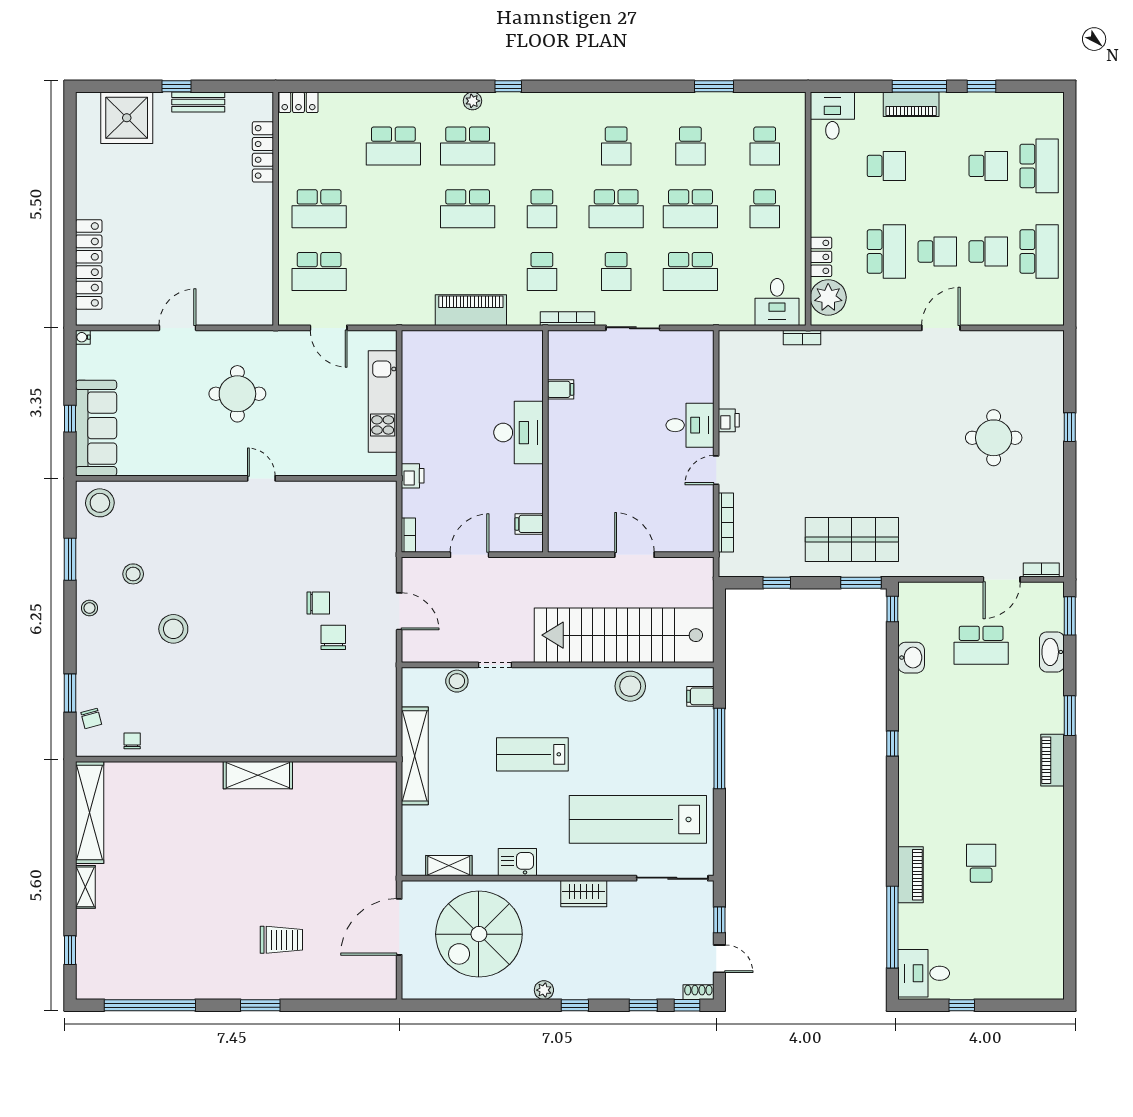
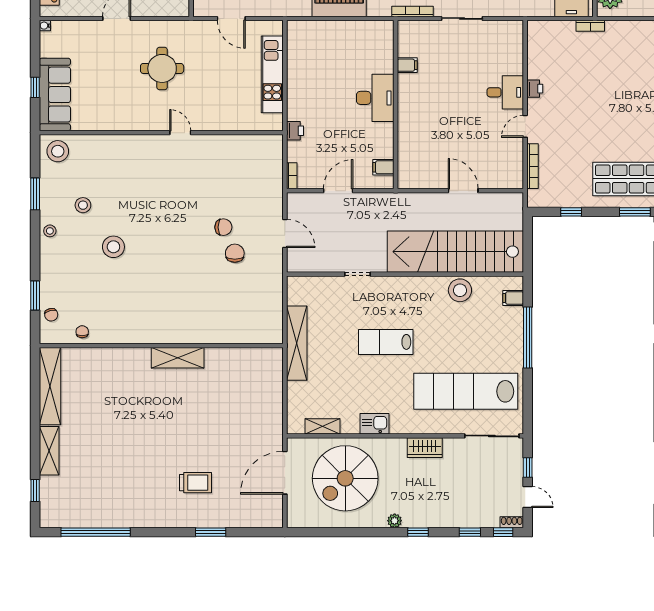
stool: (457, 681) -> (329, 286), removed
shelving: (85, 887) -> (49, 451), width x1.50, depth x1.33
window: (260, 1005) -> (211, 532), moved

